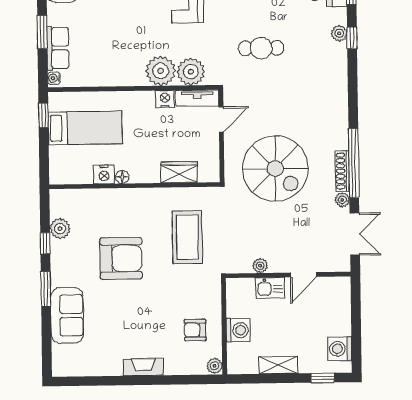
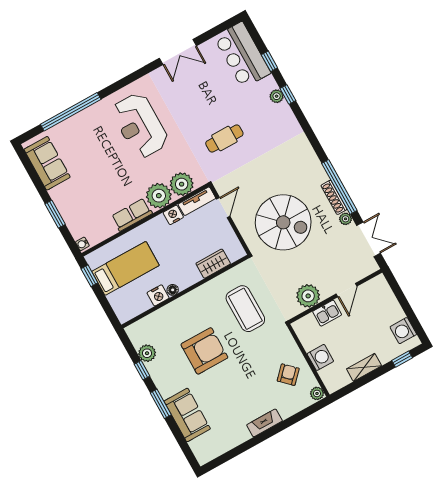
row of seats: (58, 48) -> (132, 215), moved, turned -90
plant: (260, 266) -> (308, 296), width x1.88, depth x1.88
armchair: (195, 330) -> (288, 375), turned 134

